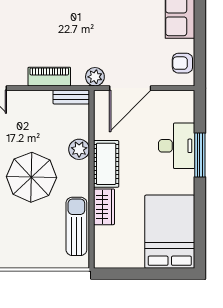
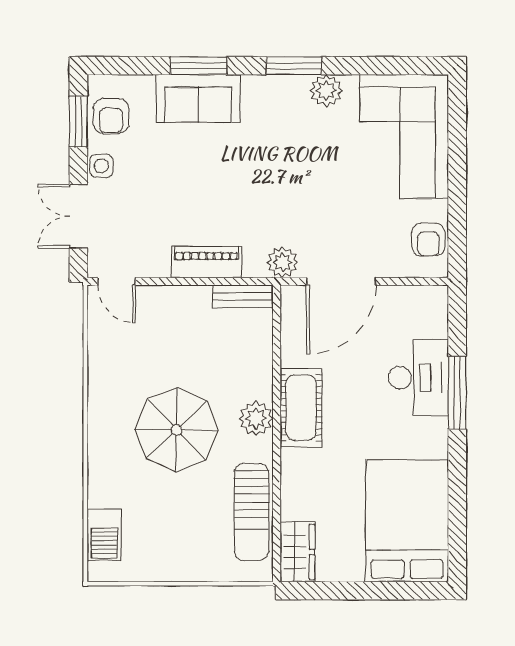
armchair: (182, 63) -> (428, 240), turned -90
plant: (79, 149) -> (256, 418), moved
wardrobe: (104, 207) -> (297, 552), moved
sun lounger: (76, 226) -> (252, 512), turned 180

